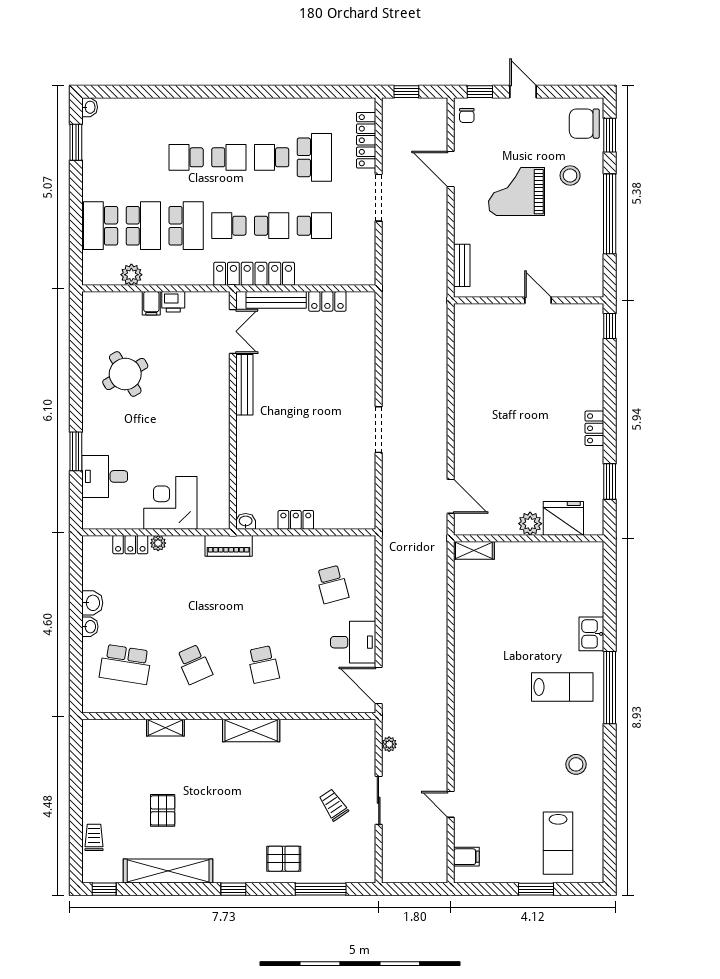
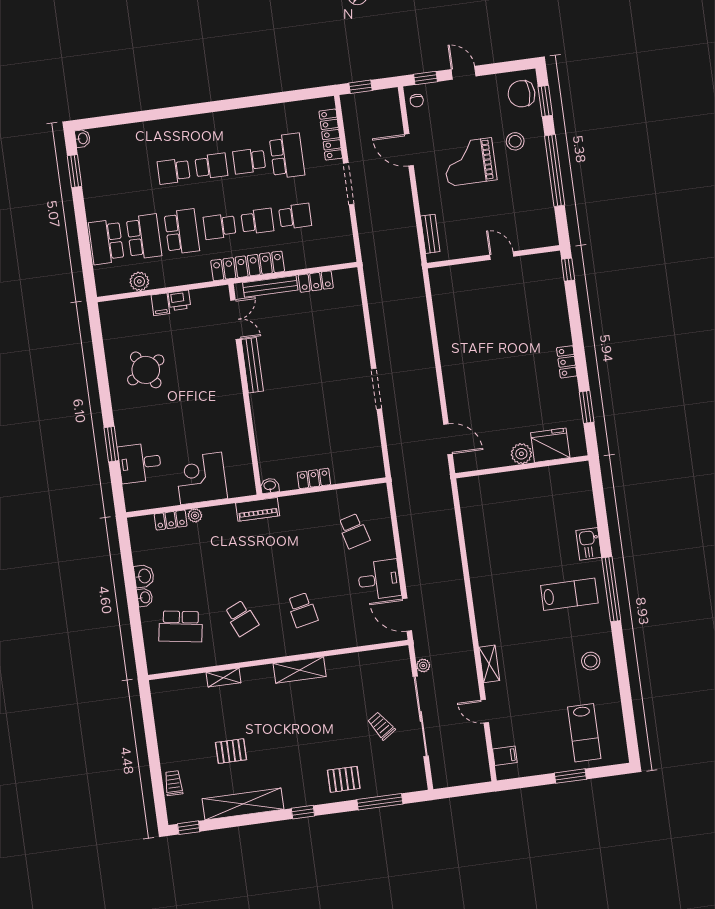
shelving: (474, 550) -> (489, 664), moved, turned 90
sliding door: (379, 800) -> (421, 716), width x1.86
pallet: (163, 810) -> (231, 751), turned 90

